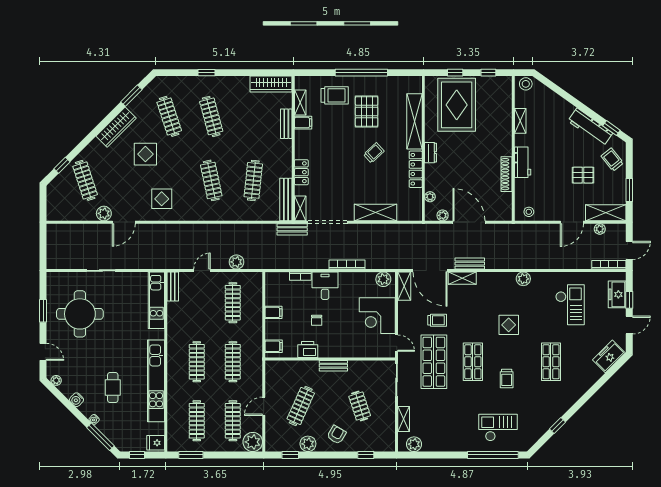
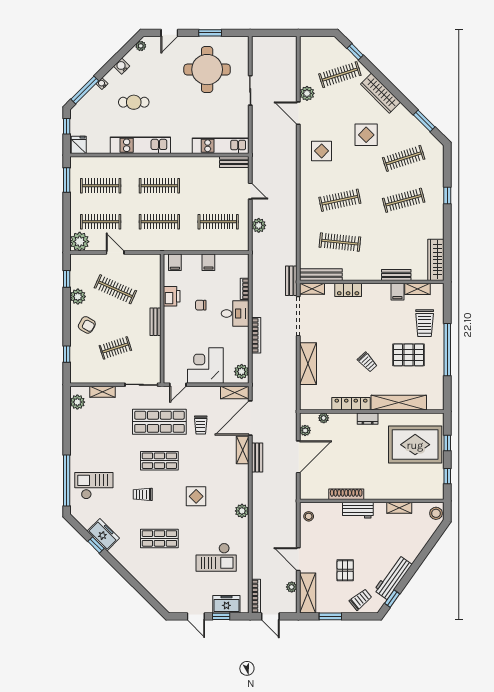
wardrobe: (116, 127) -> (381, 93), moved
freezer: (609, 356) -> (103, 535), moved
kitchen unit: (156, 381) -> (140, 145), width x0.73
checkout: (498, 428) -> (94, 486), turned -90

